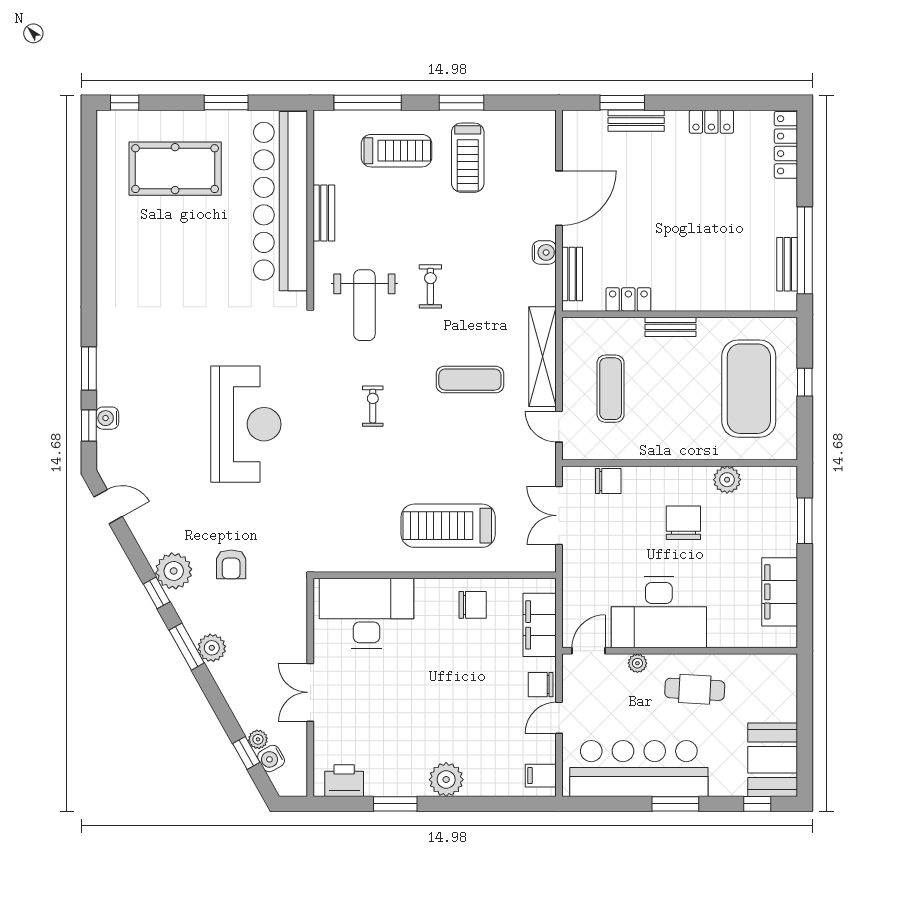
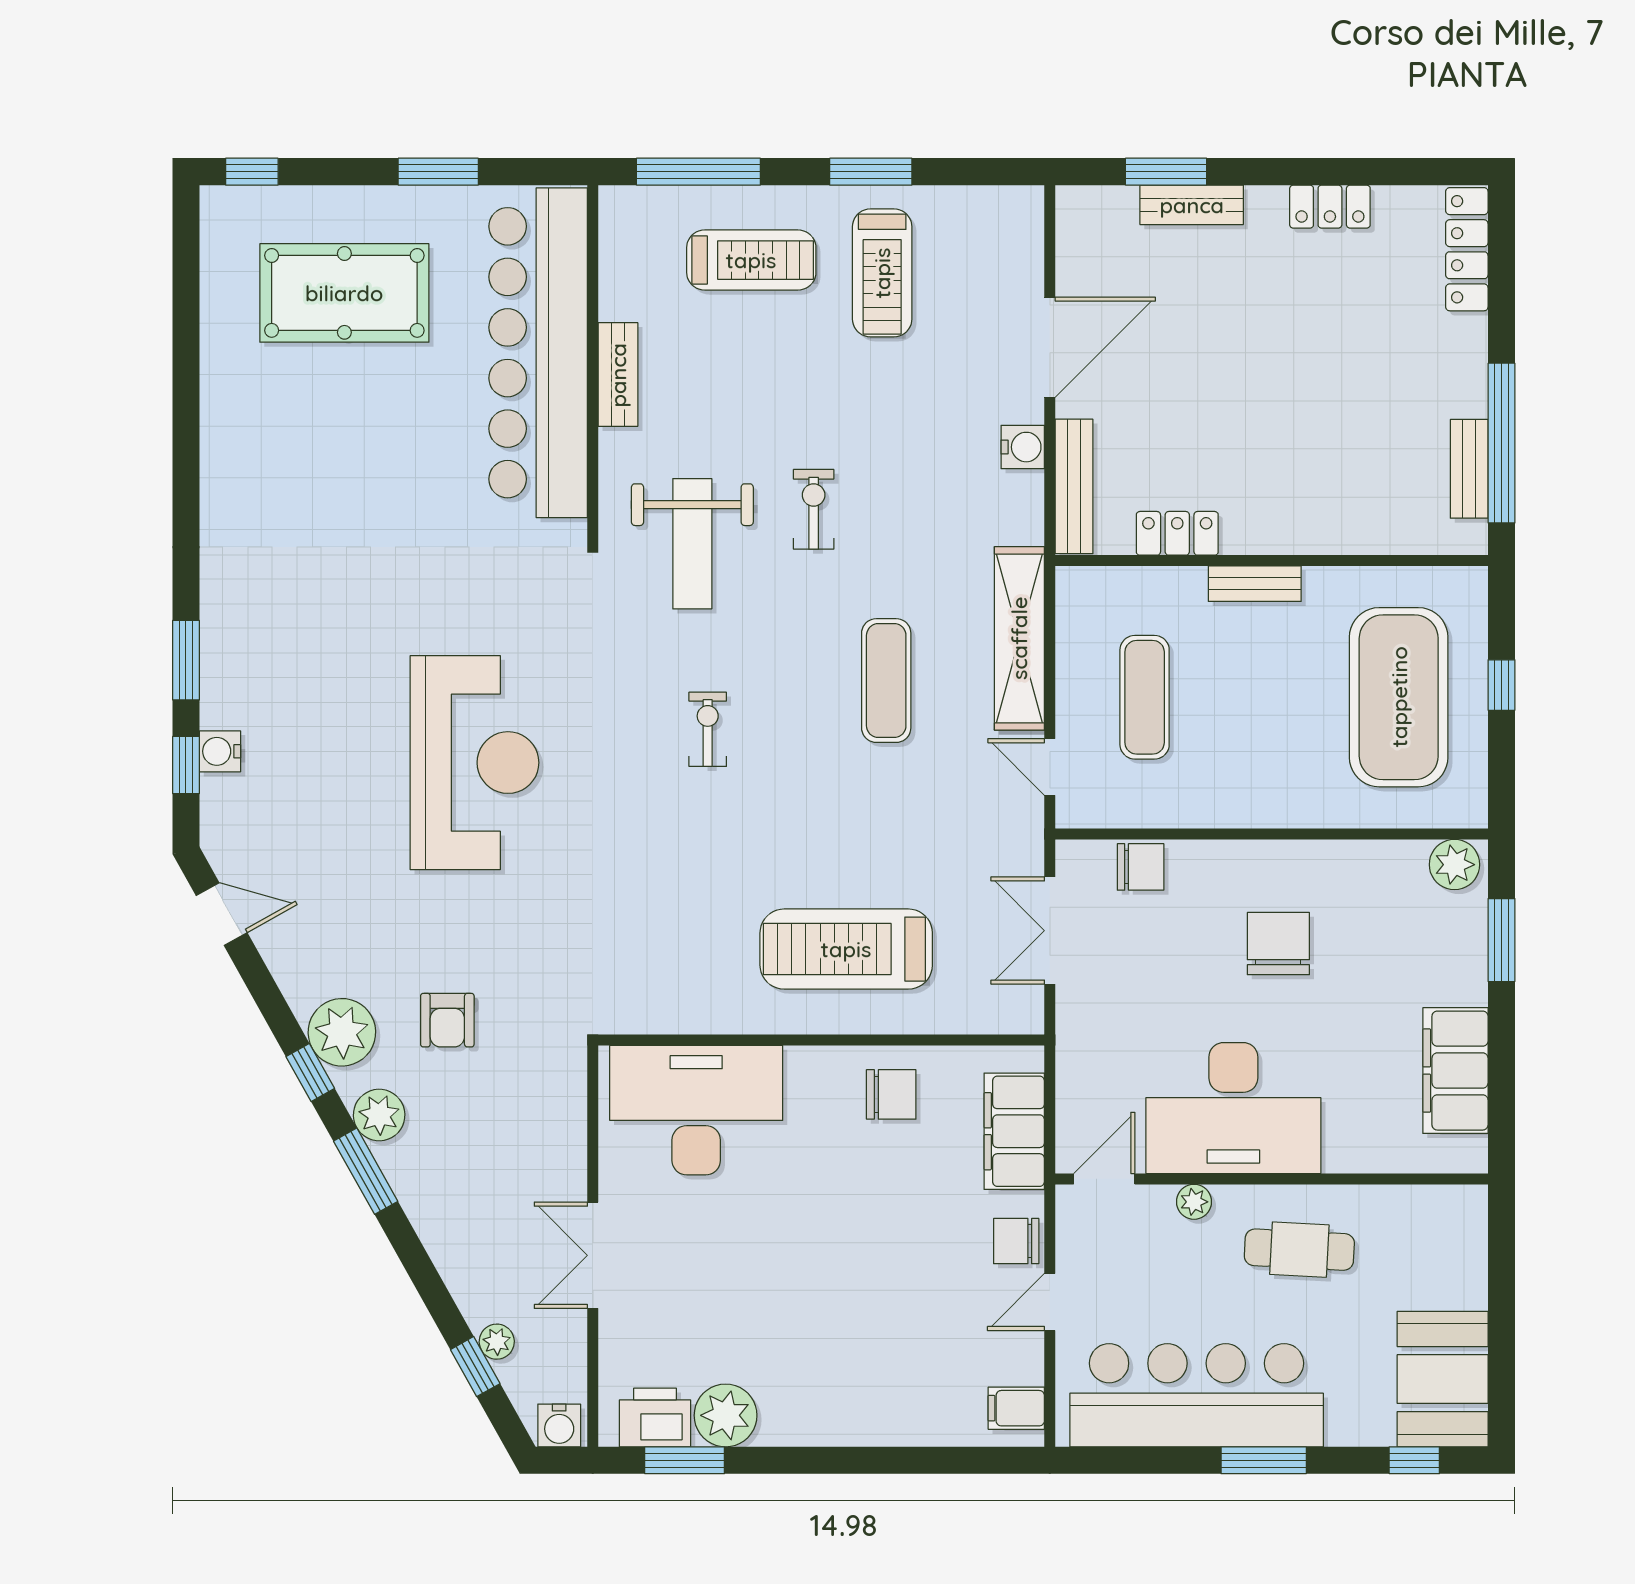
bench: (572, 274) -> (1074, 486), width x1.36
exercise mat: (470, 380) -> (886, 681), turned 90
plant: (727, 480) -> (1454, 865), moved
plant: (212, 648) -> (379, 1115), moved
water cooler: (271, 759) -> (559, 1425), moved, turned -61
plant: (446, 780) -> (726, 1415), moved
window: (395, 804) -> (685, 1460), moved

